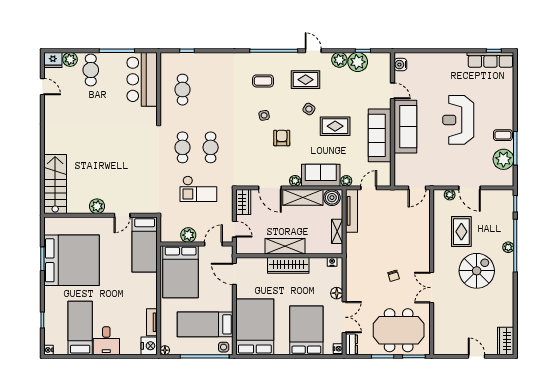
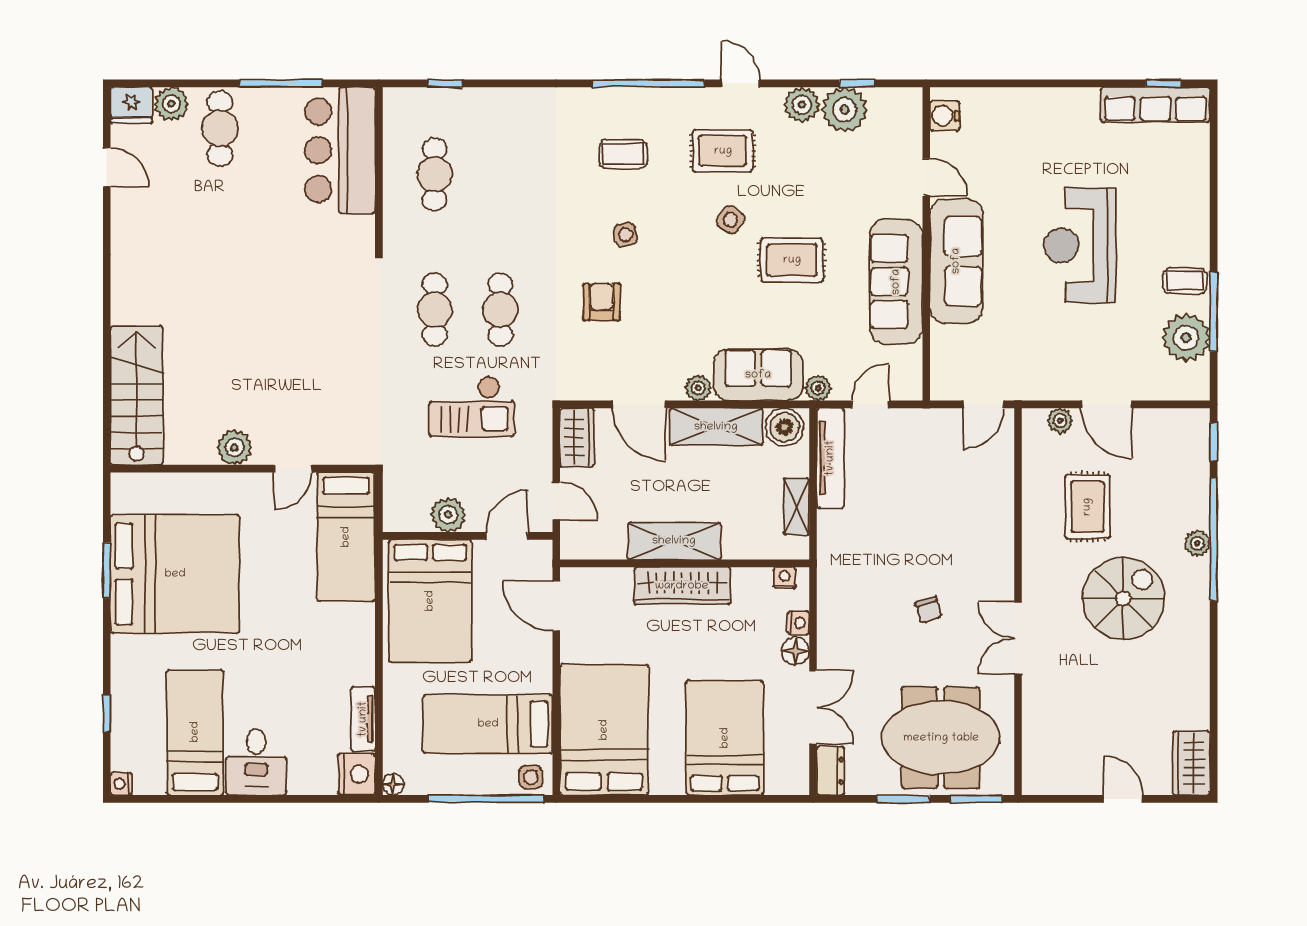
armchair: (282, 138) -> (601, 302), moved
nightstand: (338, 349) -> (798, 623), moved

